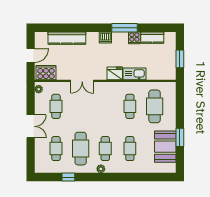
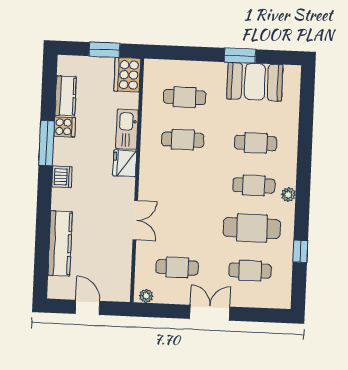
cooker: (46, 73) -> (127, 75), moved
cafe table: (155, 106) -> (185, 97), width x0.73, depth x0.74

